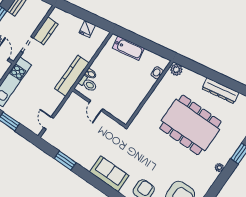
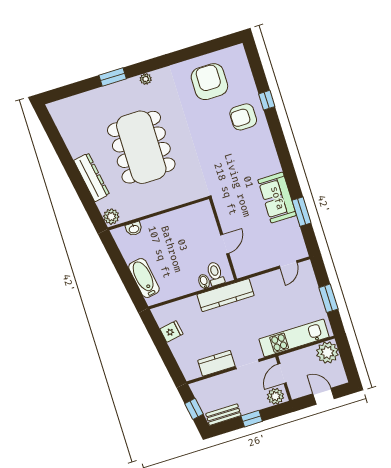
dresser: (220, 91) -> (92, 177), moved
sofa: (109, 174) -> (277, 198), moved

